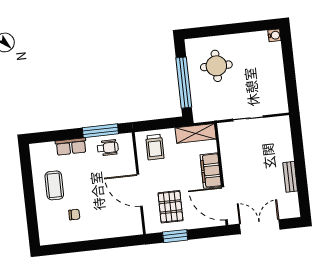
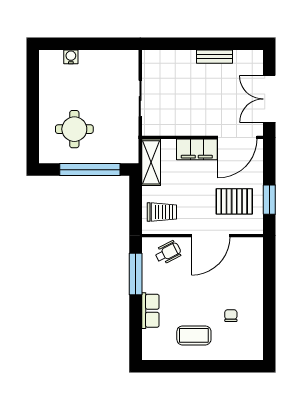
water cooler: (274, 35) -> (71, 57), moved
wheelchair: (108, 148) -> (168, 253), moved, turned 63

